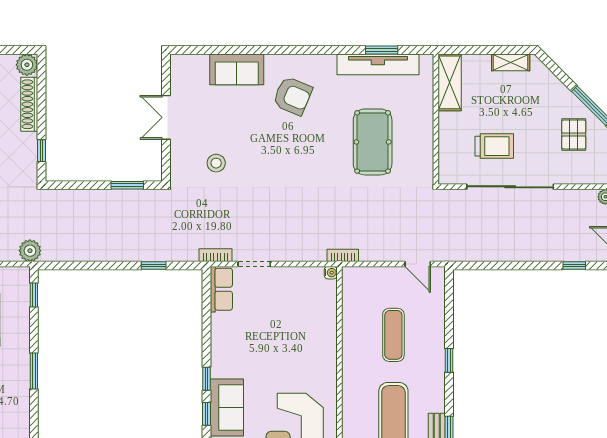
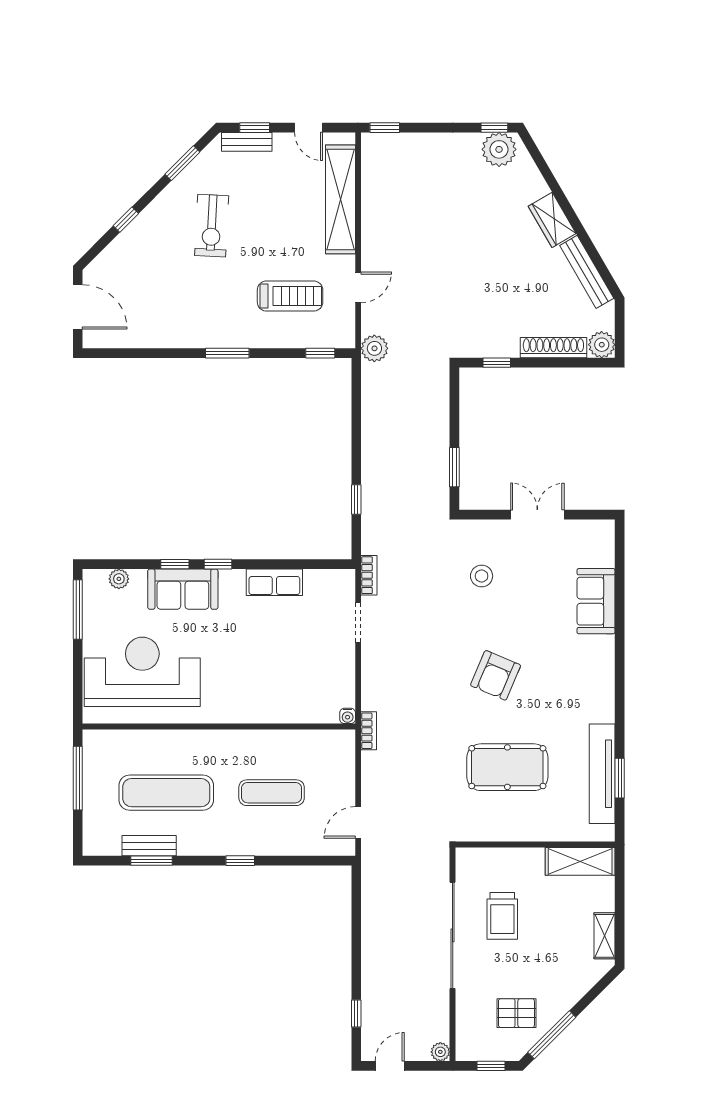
armchair: (293, 96) -> (496, 675), moved
row of seats: (221, 289) -> (274, 582), moved

